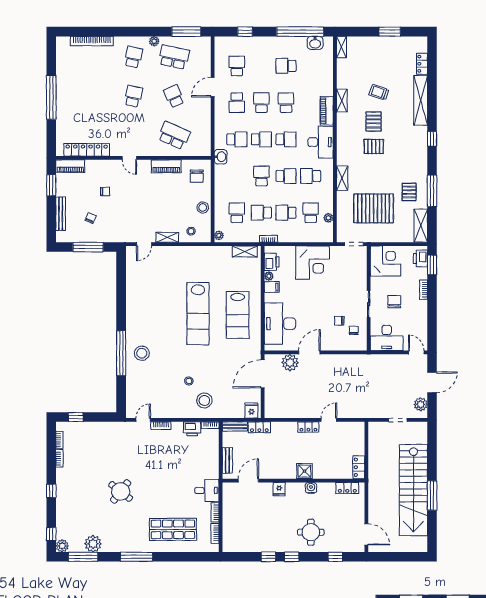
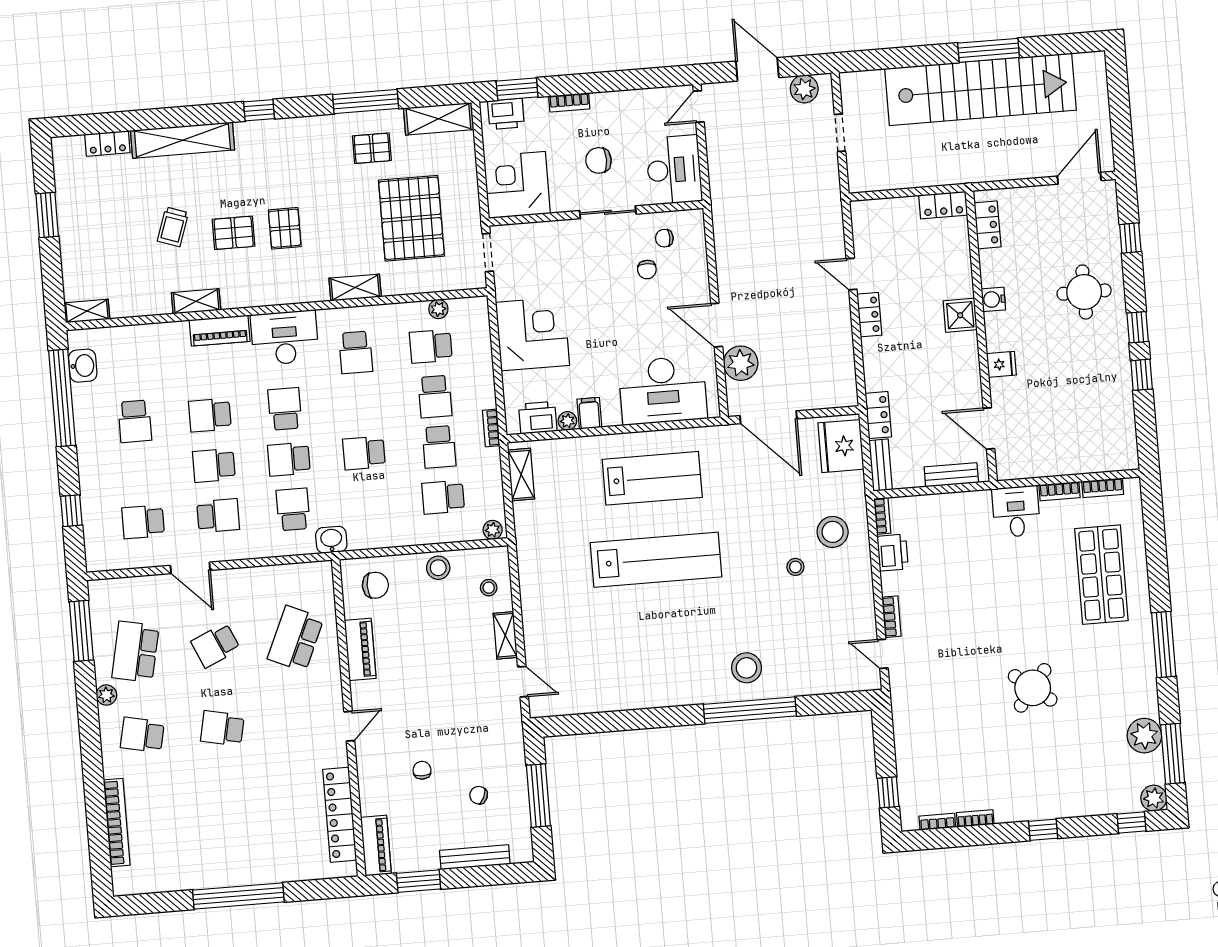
school desk: (261, 139) -> (289, 459), turned -90
school desk: (286, 176) -> (360, 403), removed
fridge: (251, 411) -> (841, 446), width x1.88, depth x1.34

